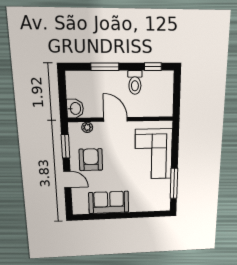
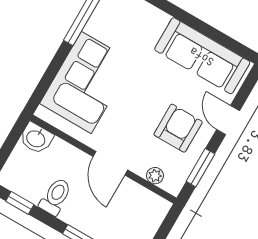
washbasin: (75, 108) -> (36, 138), moved, turned -90
armchair: (91, 160) -> (178, 128), turned 180
sofa: (109, 202) -> (202, 56), width x1.36

